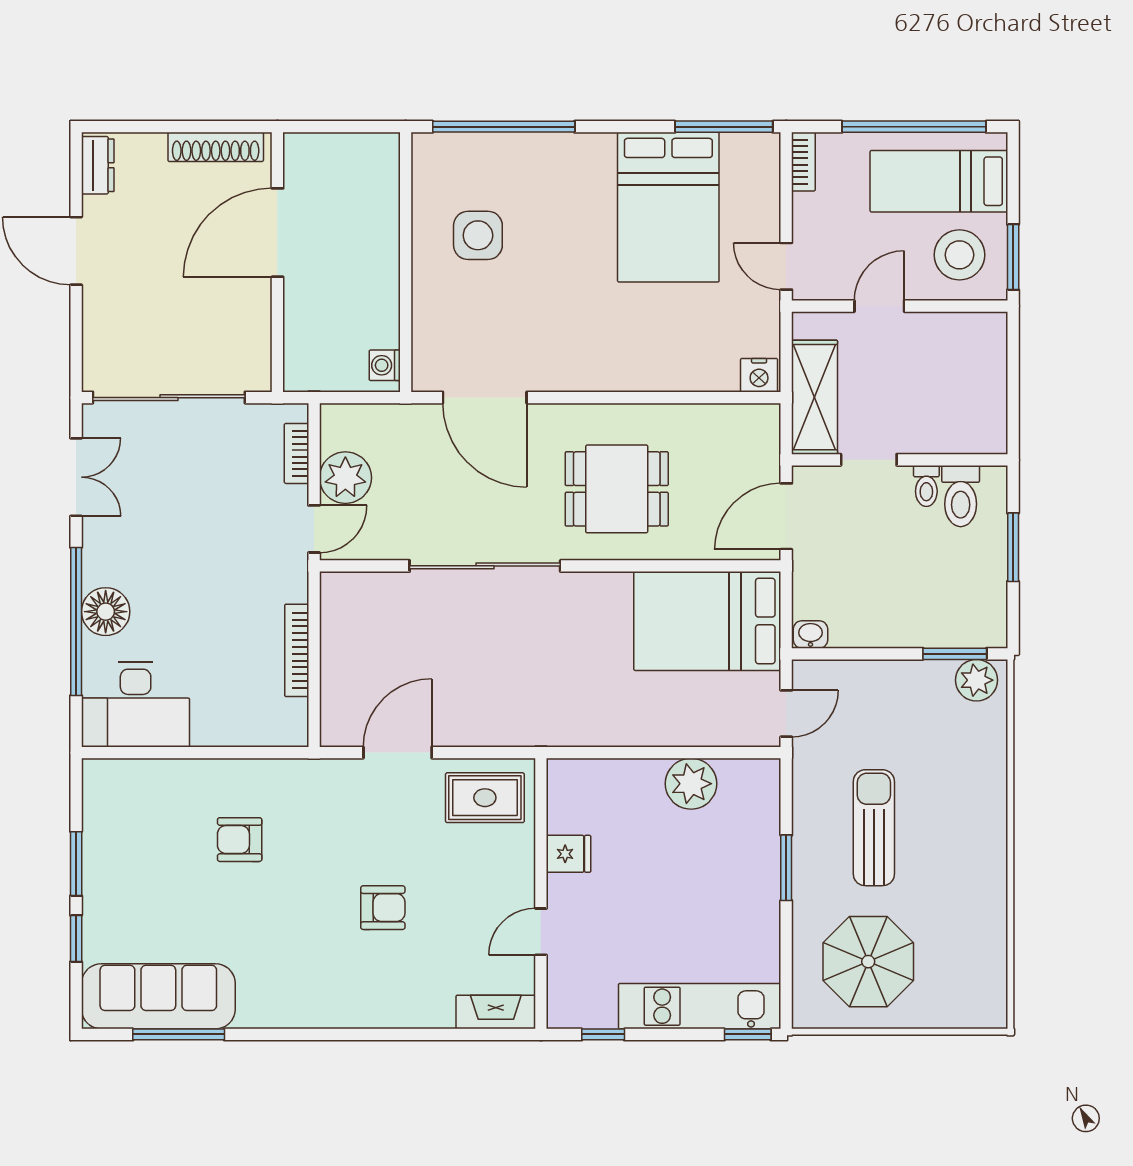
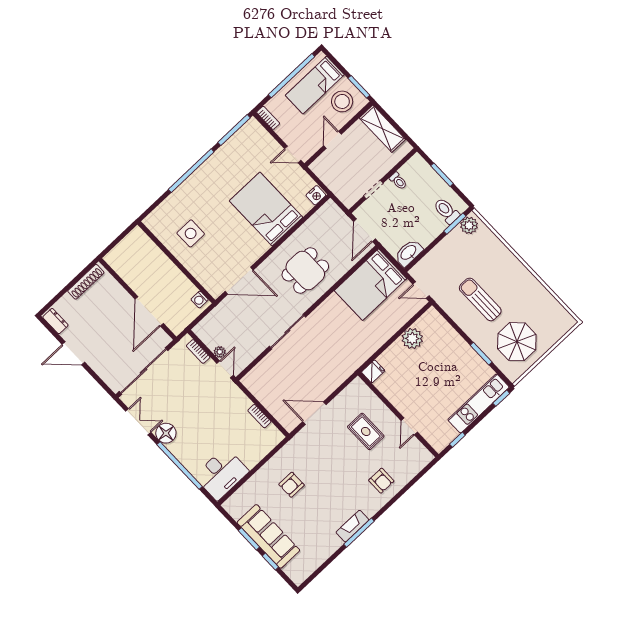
window: (504, 127) -> (191, 171), moved
bed: (668, 207) -> (266, 209), moved, turned 180
door: (277, 233) -> (149, 311), moved
shelving: (815, 397) -> (382, 129), moved
plant: (345, 478) -> (220, 352), width x0.53, depth x0.53
toilet: (961, 496) -> (446, 211), moved, turned 180
sliding door: (485, 566) -> (287, 332), width x0.73
floor lamp: (106, 612) -> (166, 433), moved
washbasin: (811, 635) -> (409, 253), width x1.91, depth x1.45
bookcase: (297, 650) -> (259, 416), width x0.64
door: (786, 714) -> (421, 290), swing flipped
door: (398, 753) -> (314, 413), hinge flipped
rug: (485, 798) -> (366, 431), moved, turned 90
fridge: (569, 854) -> (373, 371), moved
window: (786, 868) -> (481, 354), moved
armchair: (383, 908) -> (381, 481), moved, turned 90
sofa: (158, 996) -> (268, 536), moved, turned 90
fireplace: (496, 1012) -> (352, 526), moved
window: (179, 1034) -> (359, 533), moved

